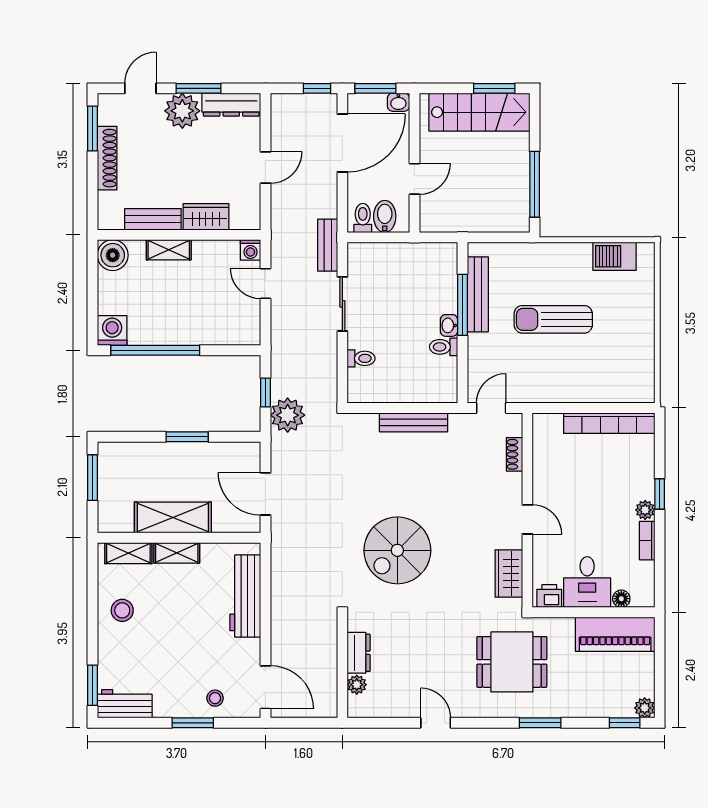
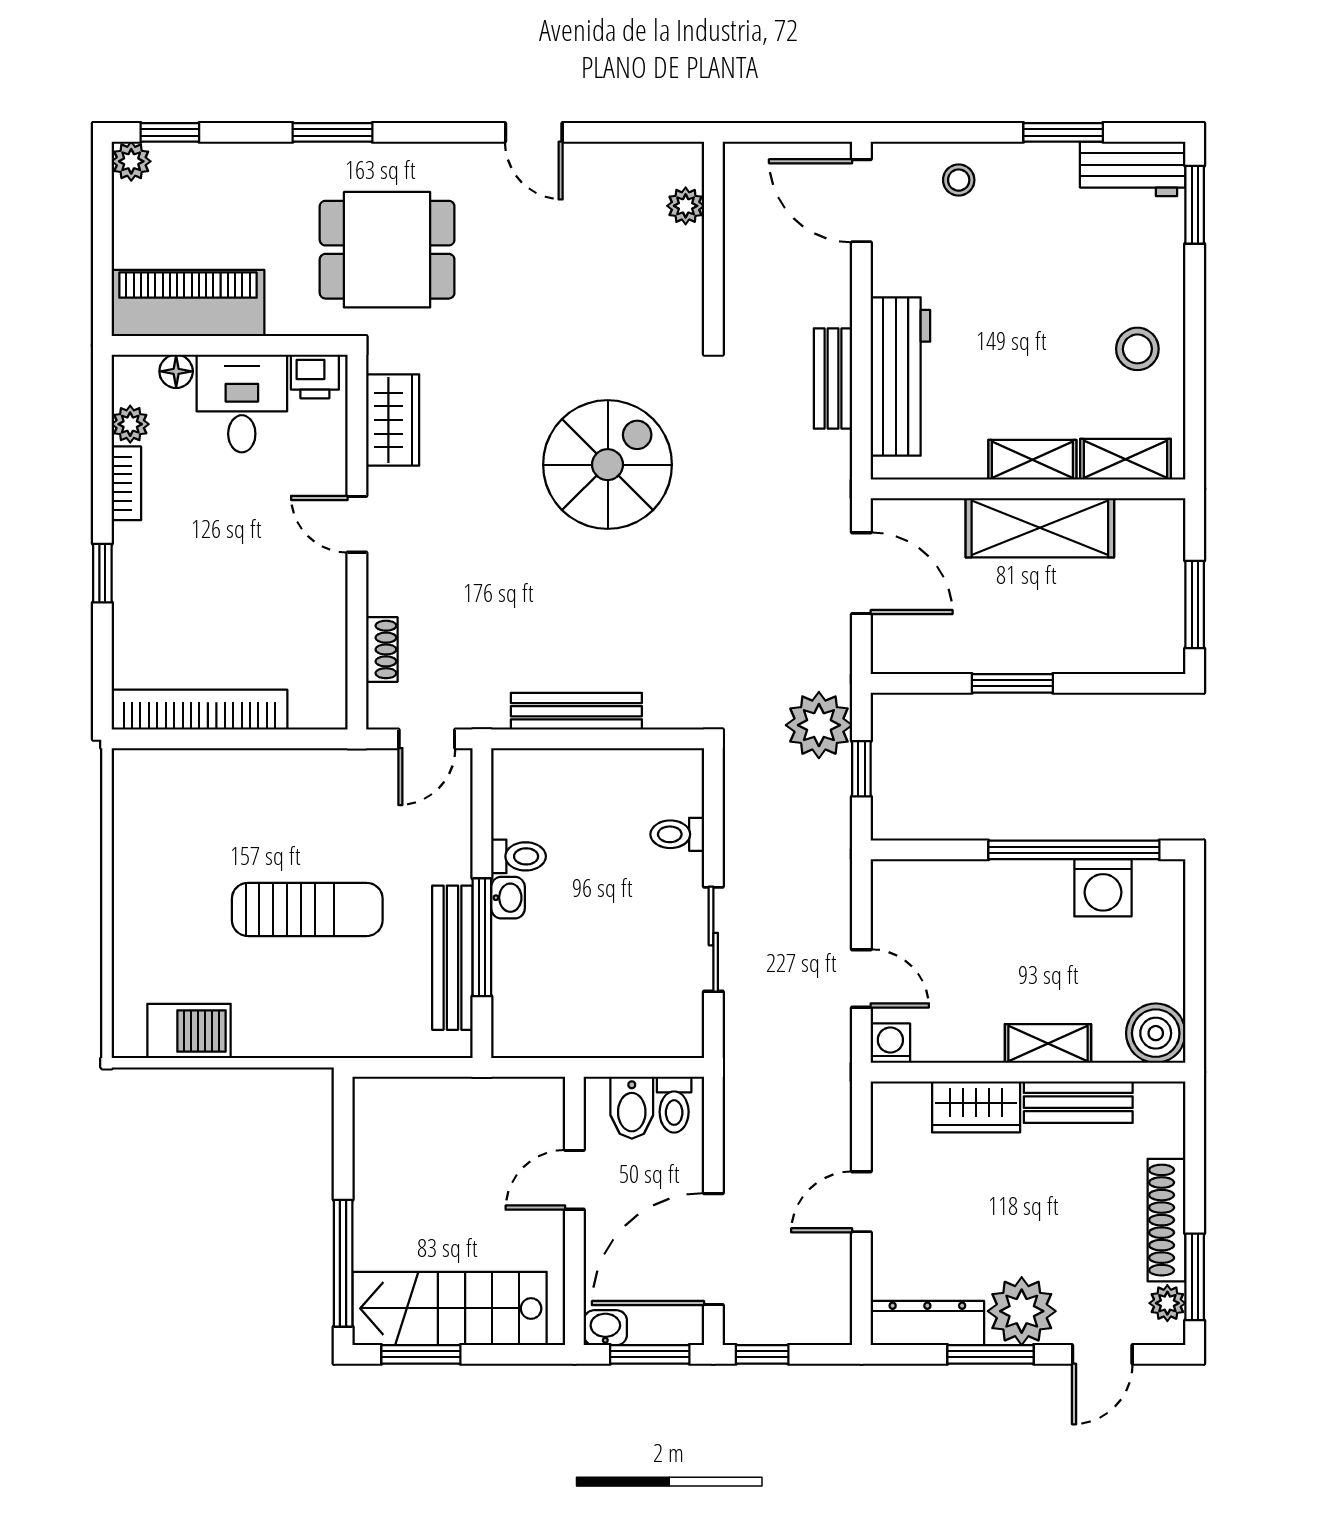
plant: (107, 115) -> (1167, 1303), added
window: (535, 184) -> (343, 1263), moved
bench: (328, 245) -> (833, 379), moved
washing machine: (112, 331) -> (1103, 888), moved
plant: (645, 510) -> (130, 424), moved
dresser: (359, 653) -> (682, 267), removed
window: (193, 723) -> (1063, 132), moved

